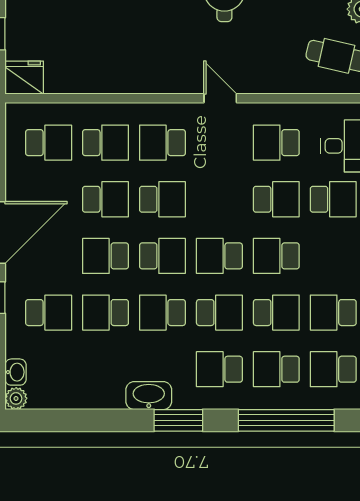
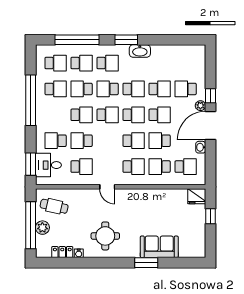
school desk: (49, 143) -> (186, 167), turned 180
school desk: (162, 199) -> (134, 141), turned 180
school desk: (162, 256) -> (134, 115), turned 180
washbasin: (16, 372) -> (201, 147), moved
plant: (16, 398) -> (200, 106), moved

